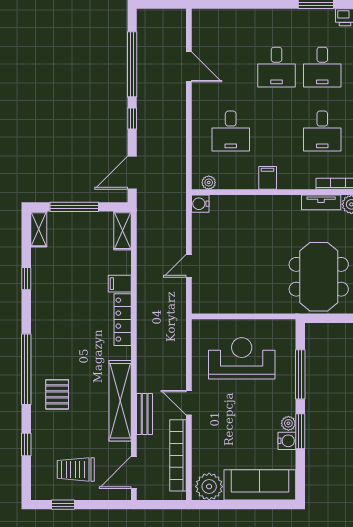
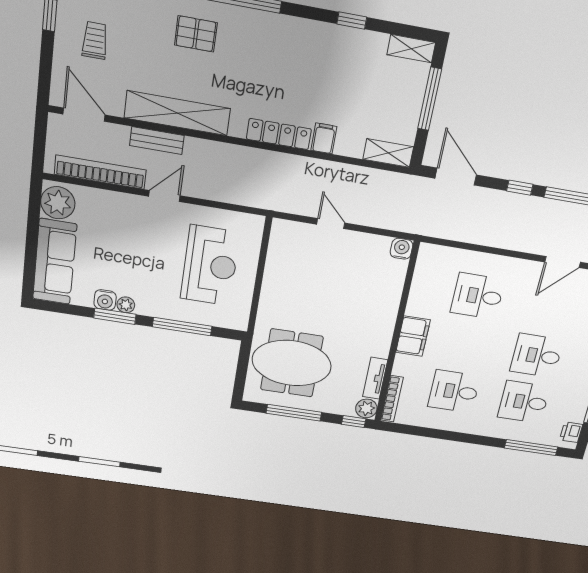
filing cabinet: (268, 178) -> (413, 336), width x2.00
plant: (209, 183) -> (424, 262), removed
trolley: (76, 469) -> (95, 40), width x0.73, depth x0.72

